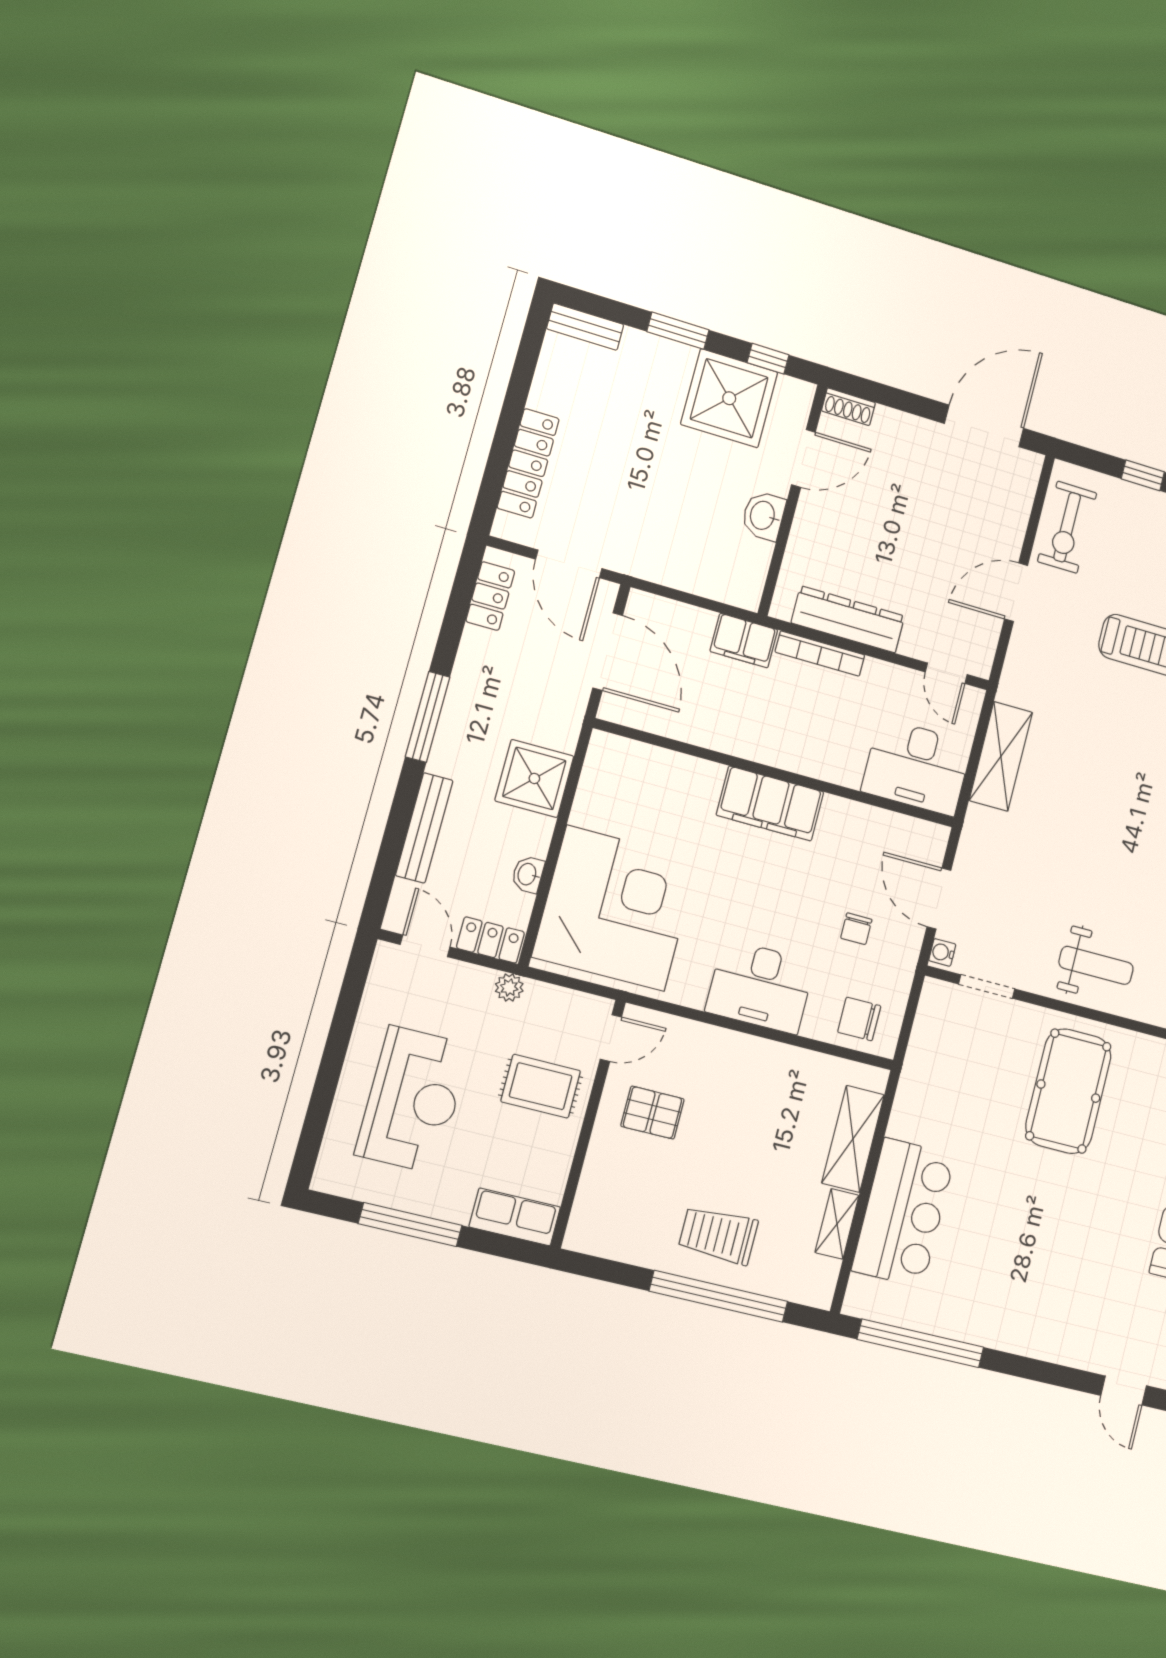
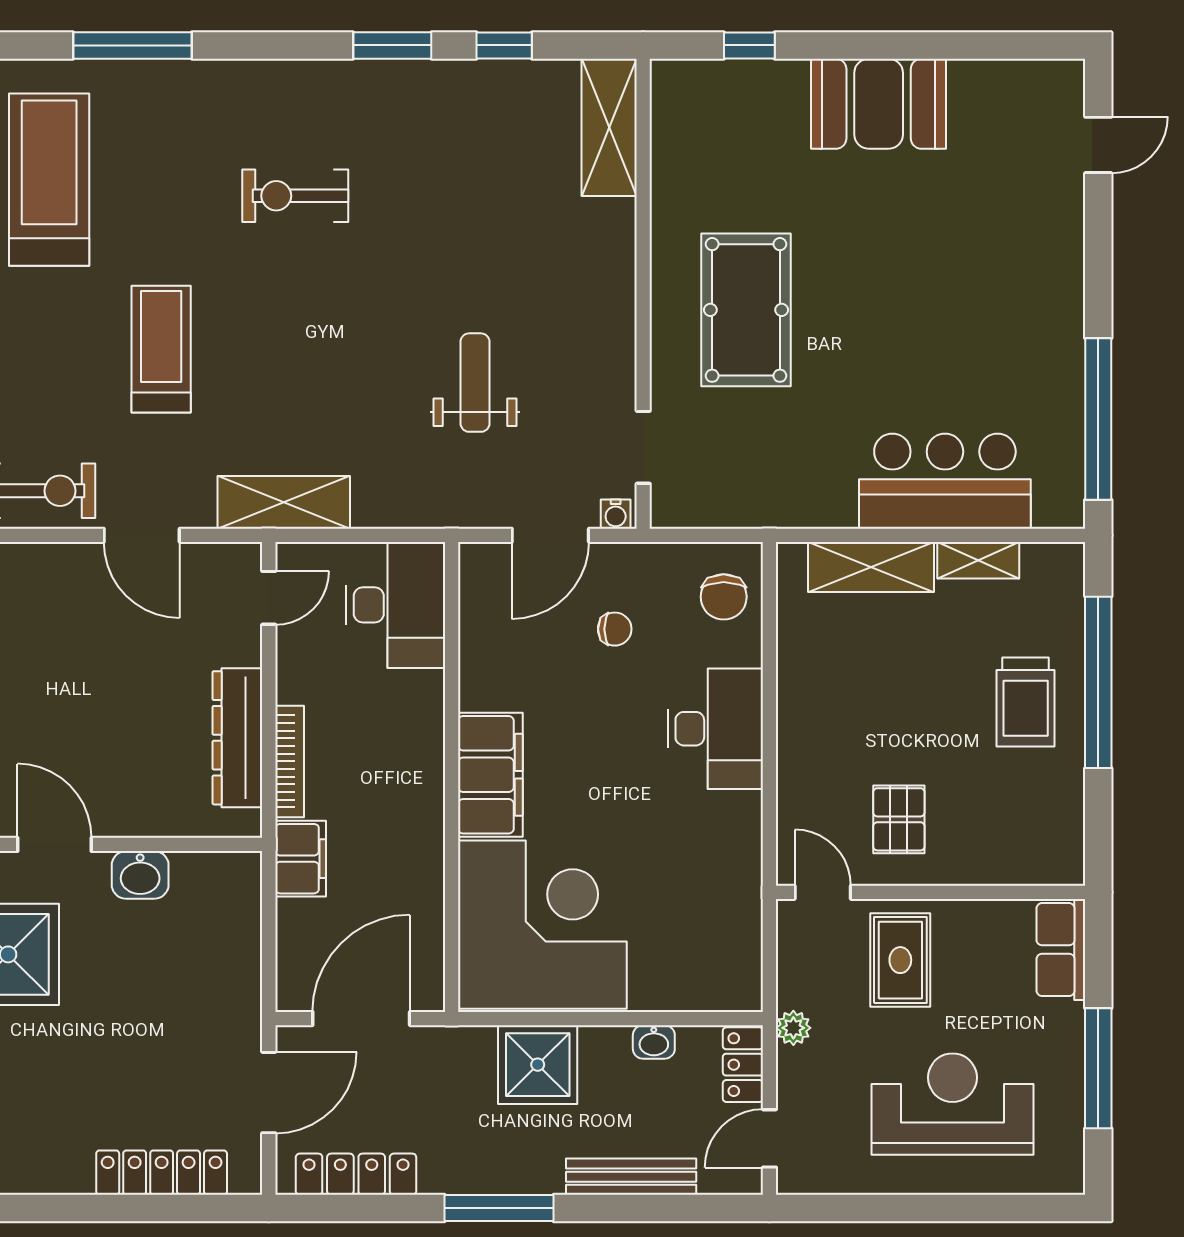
locker: (490, 596) -> (356, 1174), width x1.53
shelving: (1001, 756) -> (284, 502), moved
corner desk: (615, 908) -> (542, 925), moved, turned 90
weight bench: (1096, 965) -> (475, 383), moved
pool table: (1068, 1091) -> (746, 310), turned 90

